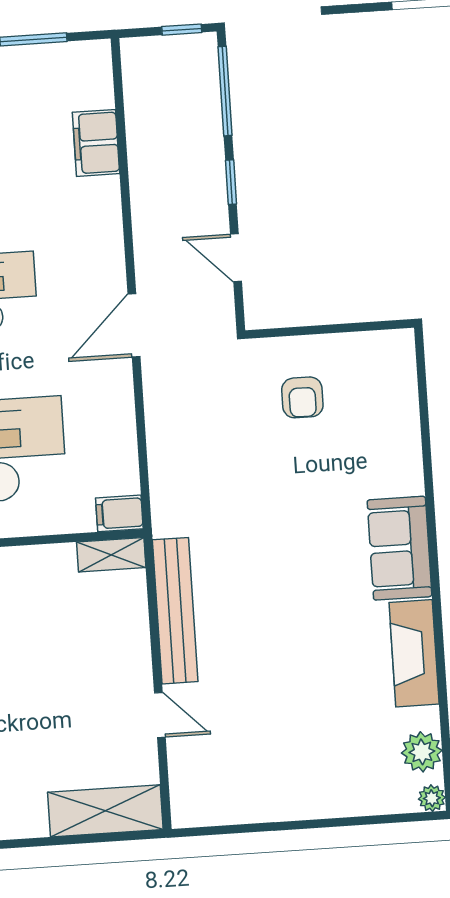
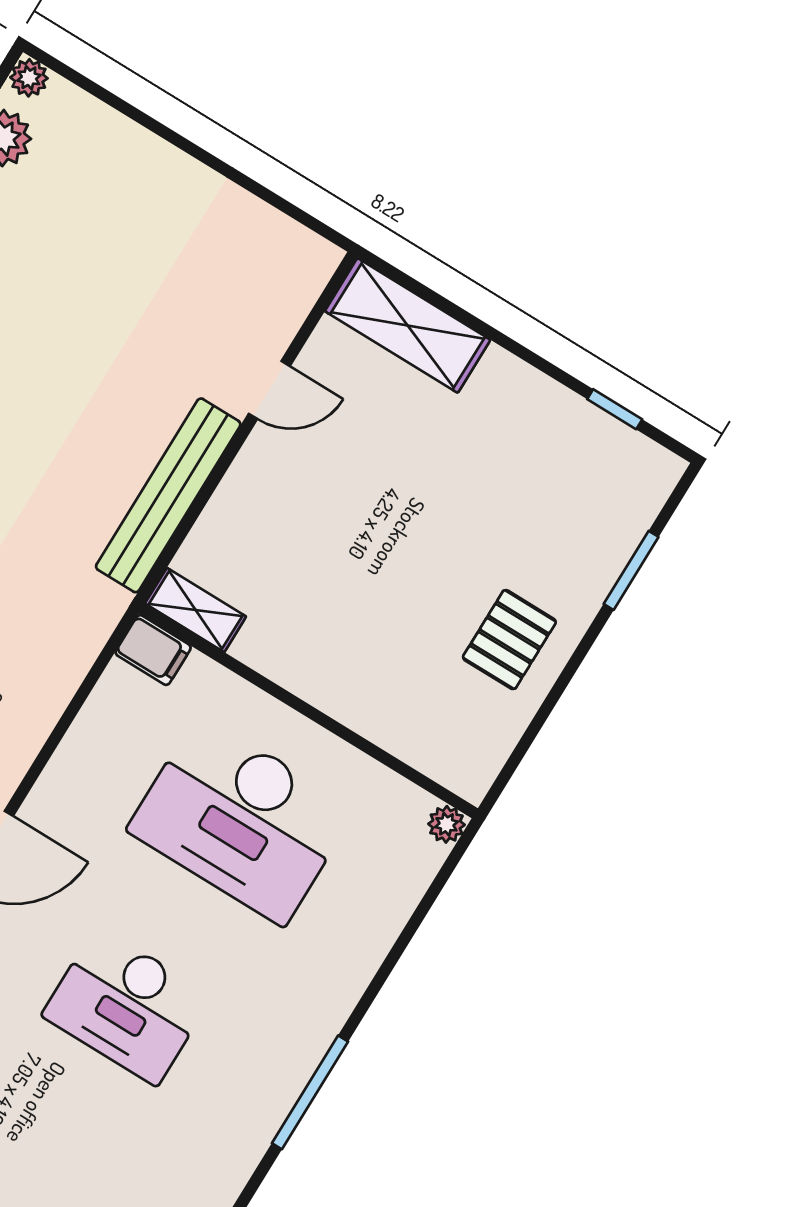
door: (160, 715) -> (269, 390), swing flipped

